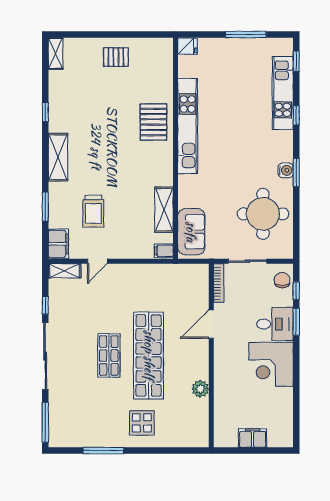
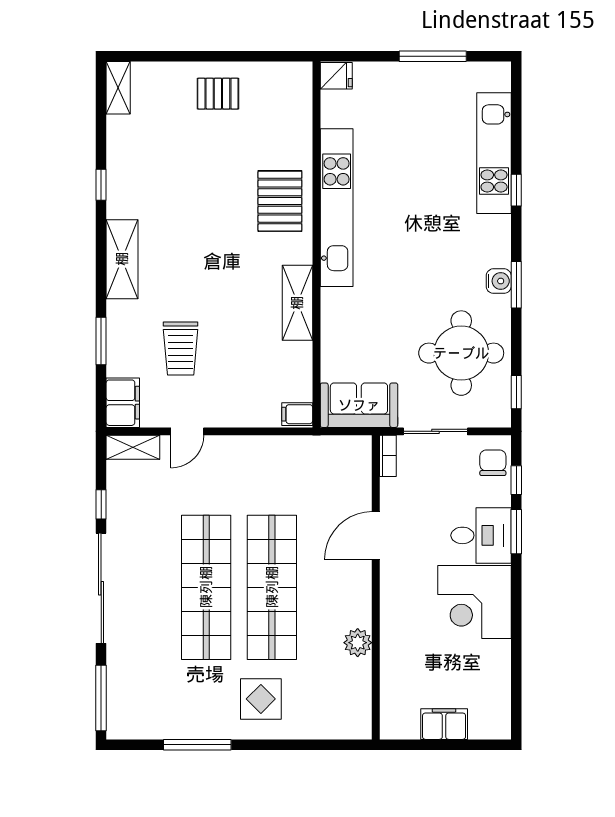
window: (296, 61) -> (516, 392), moved
shelving: (164, 210) -> (297, 303), moved
sofa: (191, 232) -> (359, 405), moved, turned -90
bookcase: (219, 283) -> (388, 456), width x0.64
shop shelf: (109, 355) -> (206, 587), width x2.00, depth x1.36

